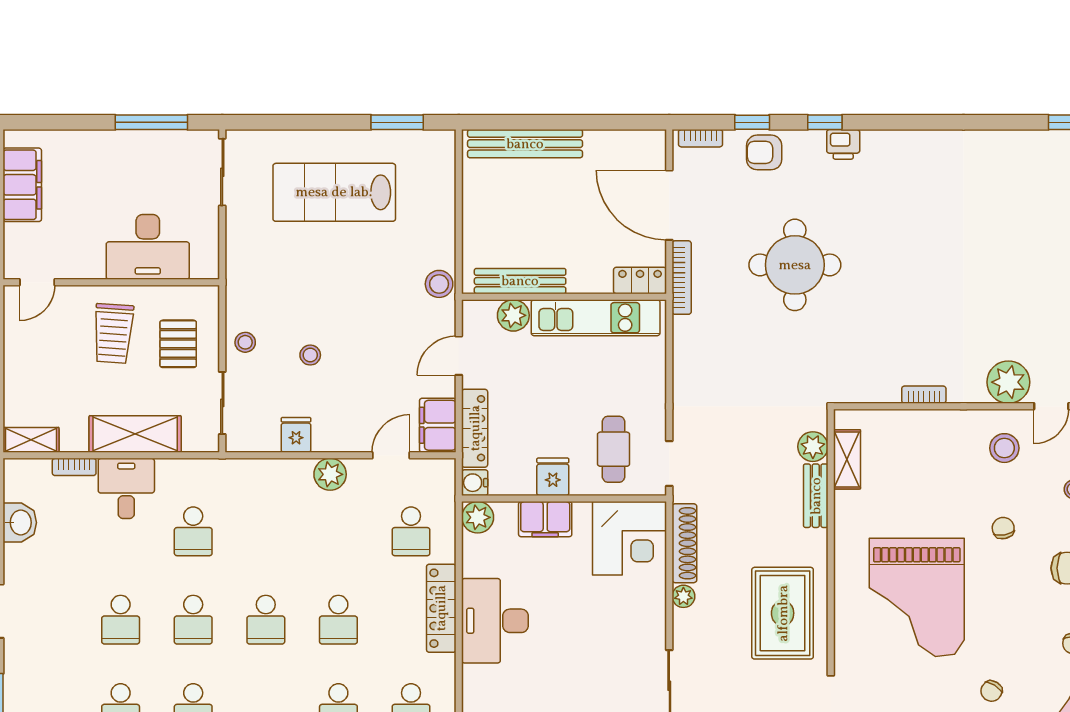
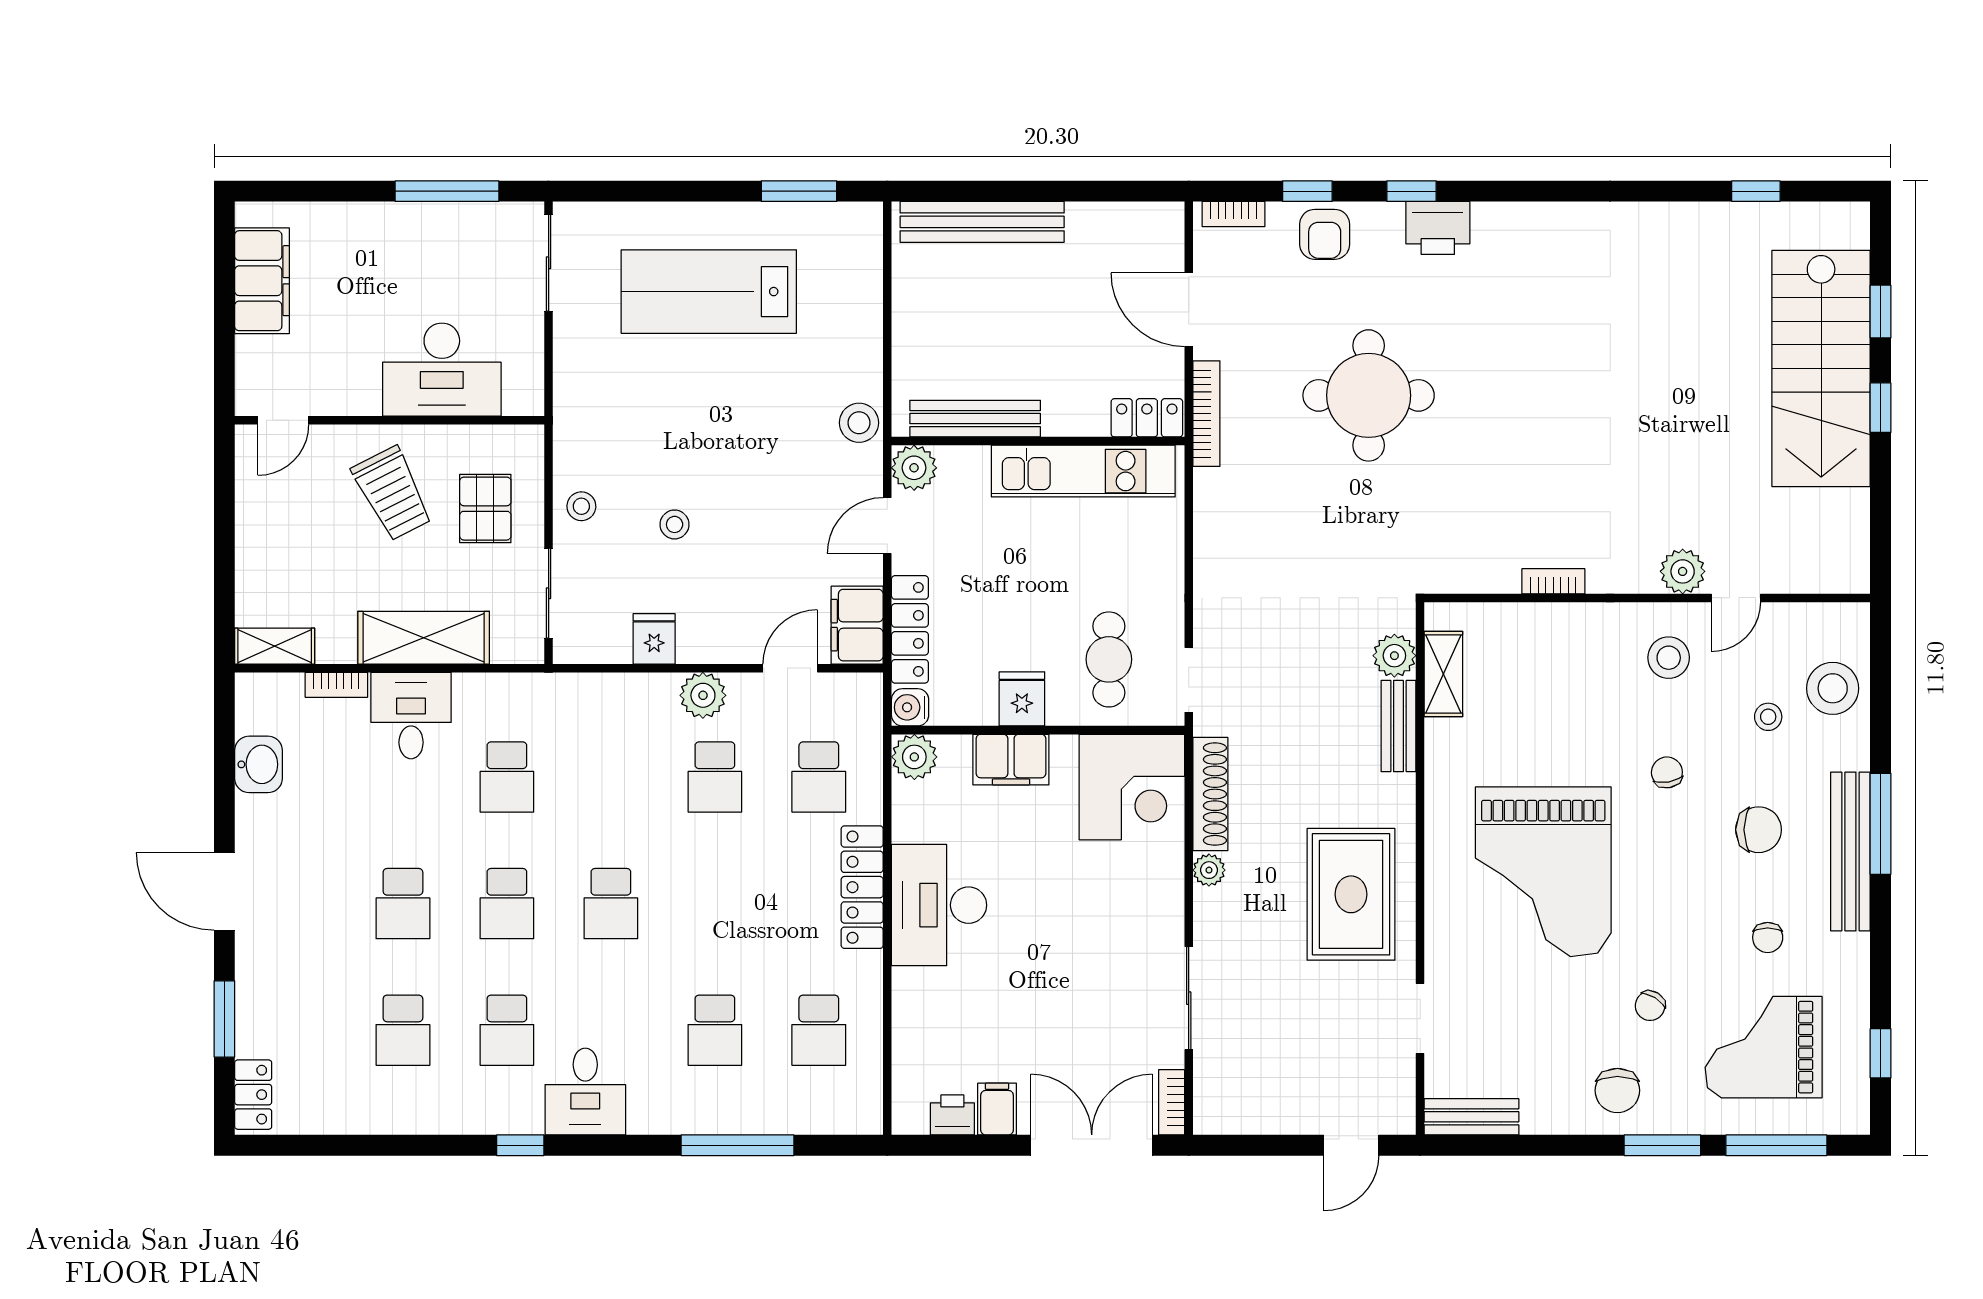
printer: (843, 144) -> (1438, 228), width x1.36, depth x1.24
armchair: (764, 152) -> (1325, 234), turned -90
door: (669, 205) -> (1189, 310), width x0.73
plant: (513, 315) -> (914, 468), moved
trolley: (113, 333) -> (392, 494), turned -31
plant: (1008, 382) -> (1683, 571), width x0.73, depth x0.73
school desk: (338, 620) -> (715, 777), moved

